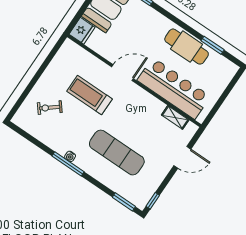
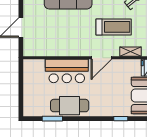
bar counter: (174, 88) -> (67, 71), width x0.73
shelving: (175, 117) -> (131, 52), moved

